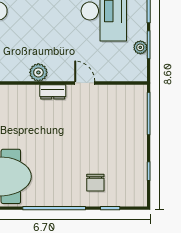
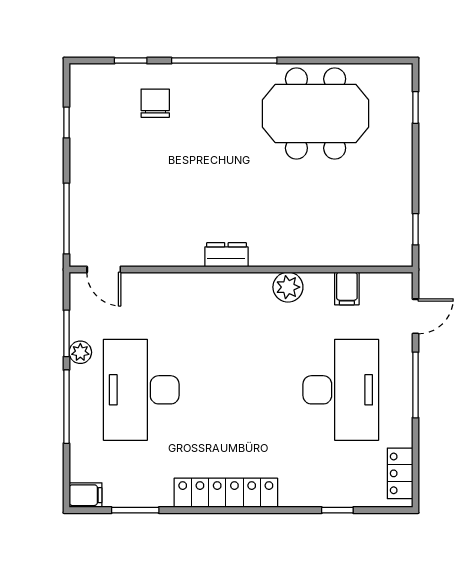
plant: (140, 47) -> (80, 352), moved
plant: (38, 72) -> (288, 287), moved
door: (85, 83) -> (104, 269), moved

